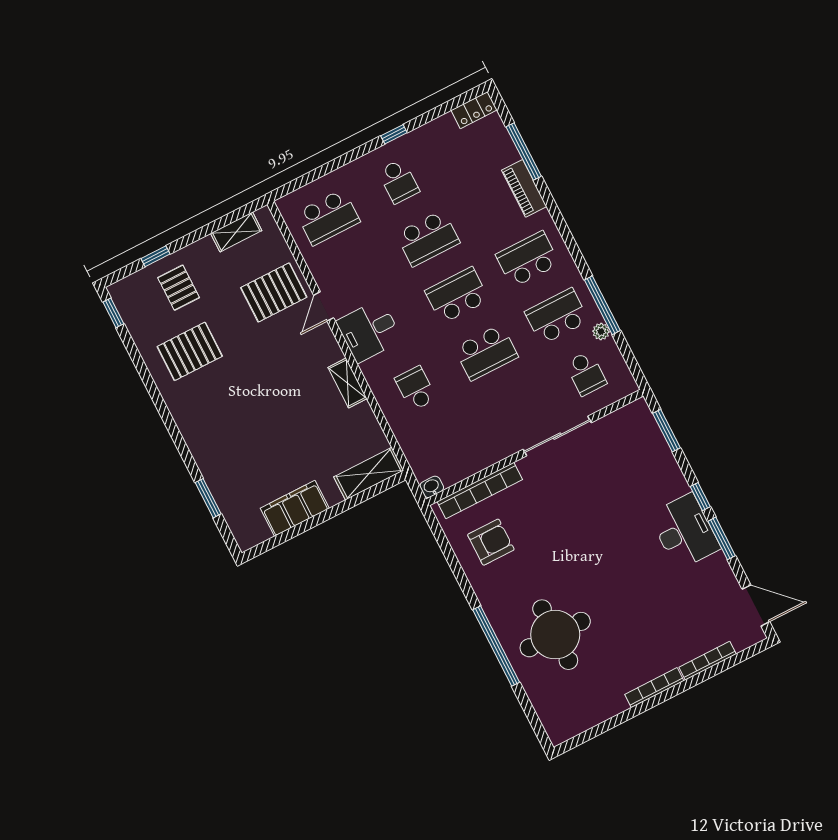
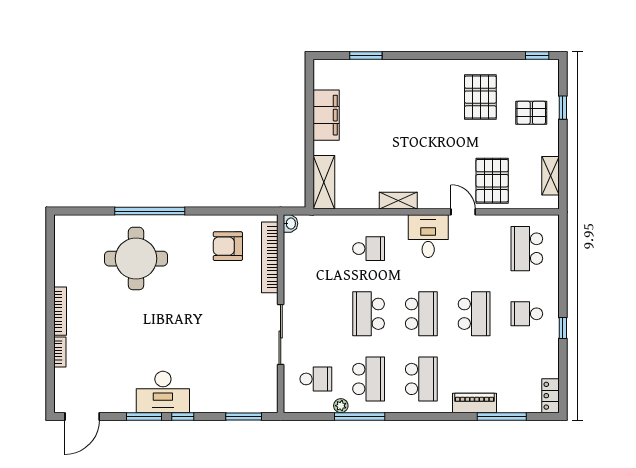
school desk: (428, 238) -> (474, 314), turned 180
school desk: (586, 373) -> (316, 379), turned 180
armchair: (491, 542) -> (228, 246), turned 90
bookcase: (708, 661) -> (60, 352), width x0.64

